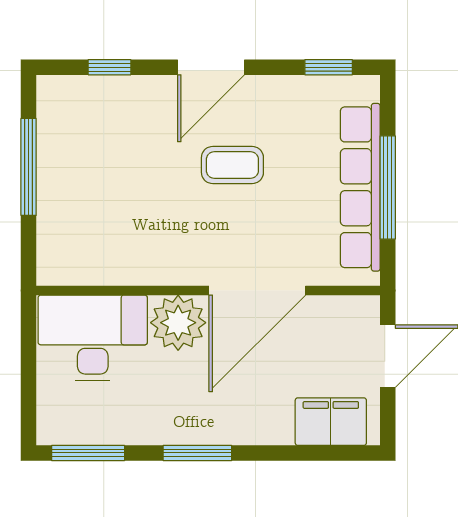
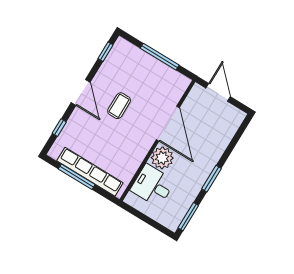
row of seats: (360, 187) -> (90, 172), moved, turned 180
desk: (93, 338) -> (153, 186), width x0.73
filing cabinet: (331, 422) -> (229, 126), removed

